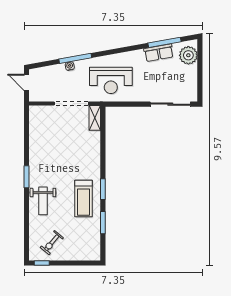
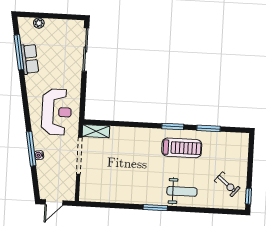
plant: (188, 55) -> (39, 23), width x0.53, depth x0.53

